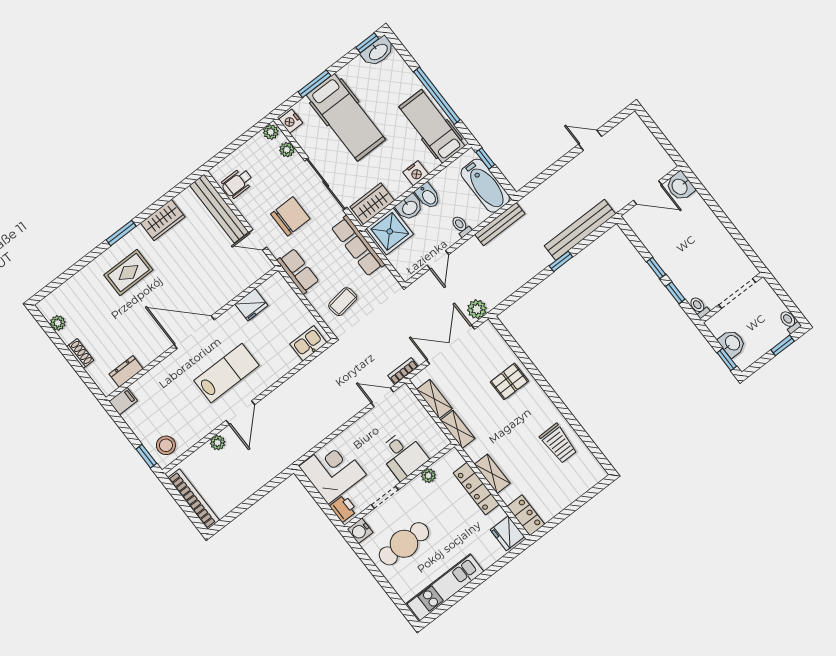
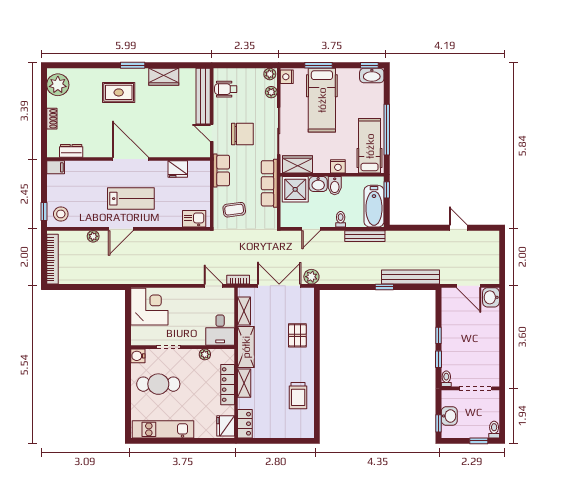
plant: (58, 323) -> (58, 85), width x1.87, depth x1.87
pallet: (509, 381) -> (297, 335), turned 90
shelving: (458, 429) -> (246, 347), width x1.50, depth x1.33
desk: (403, 455) -> (220, 330), moved
printer: (343, 508) -> (138, 335), removed

